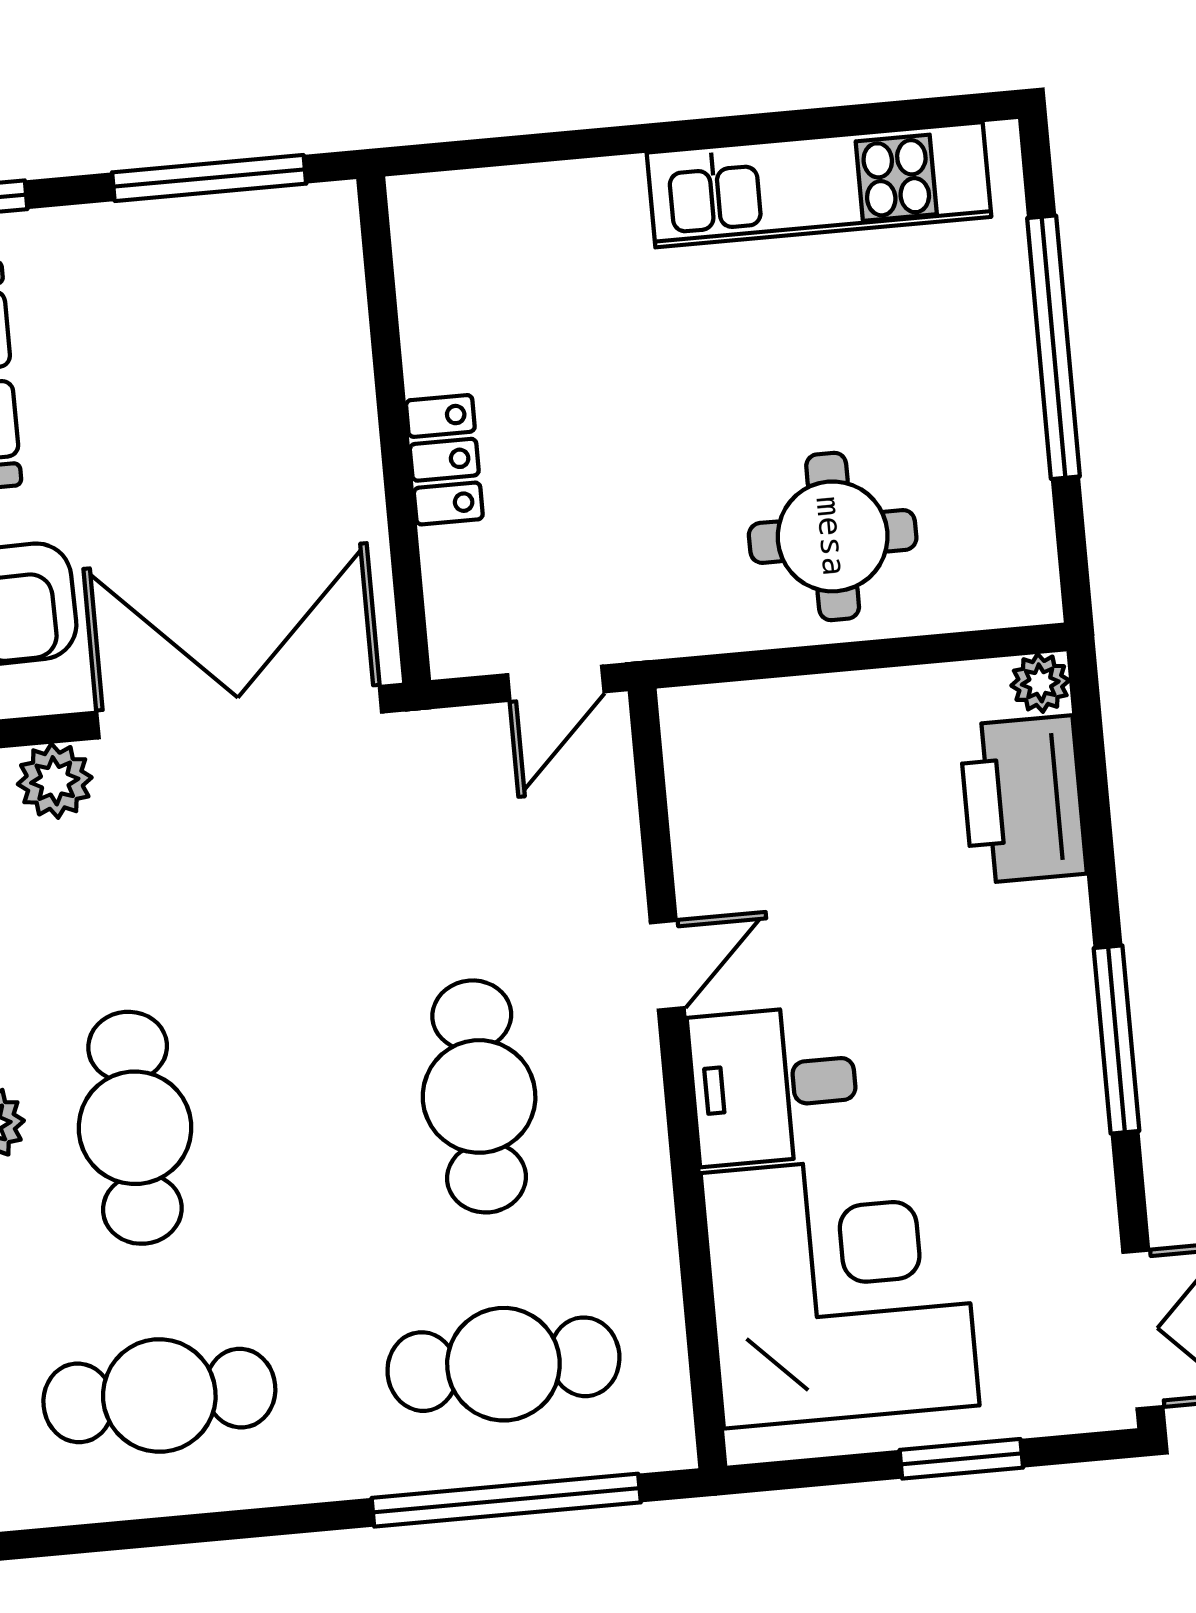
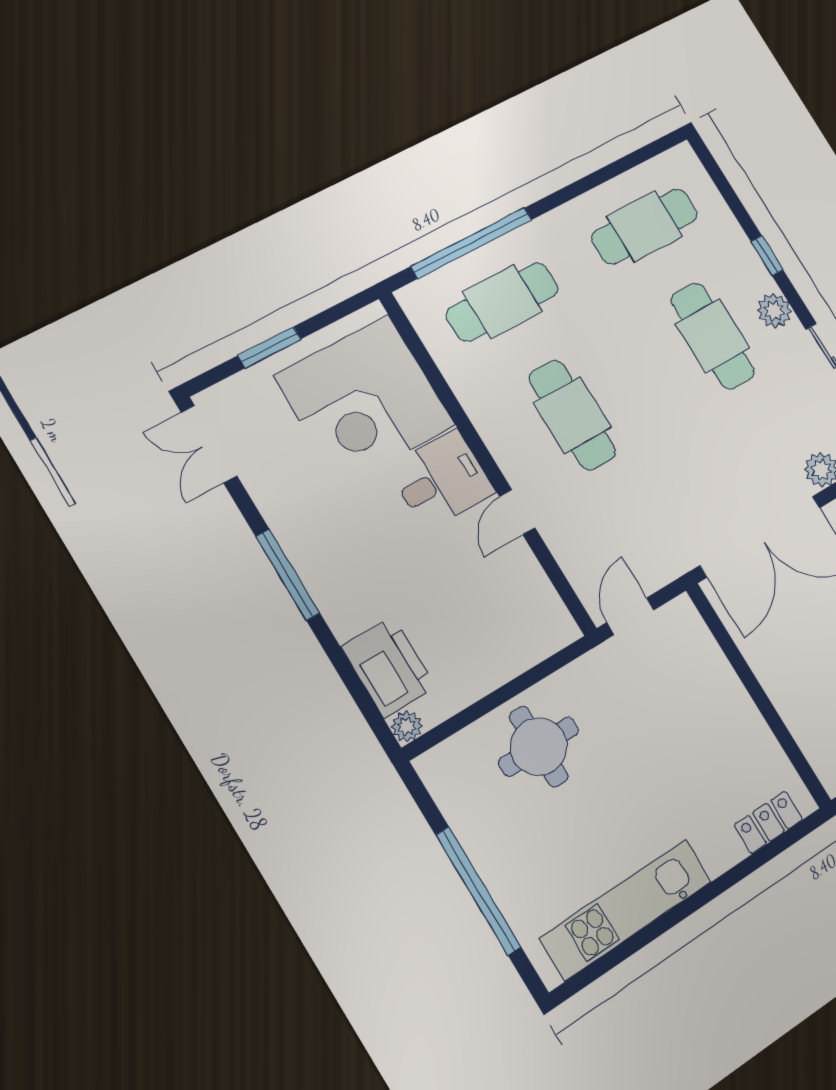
locker: (444, 460) -> (769, 822), moved, turned 90

